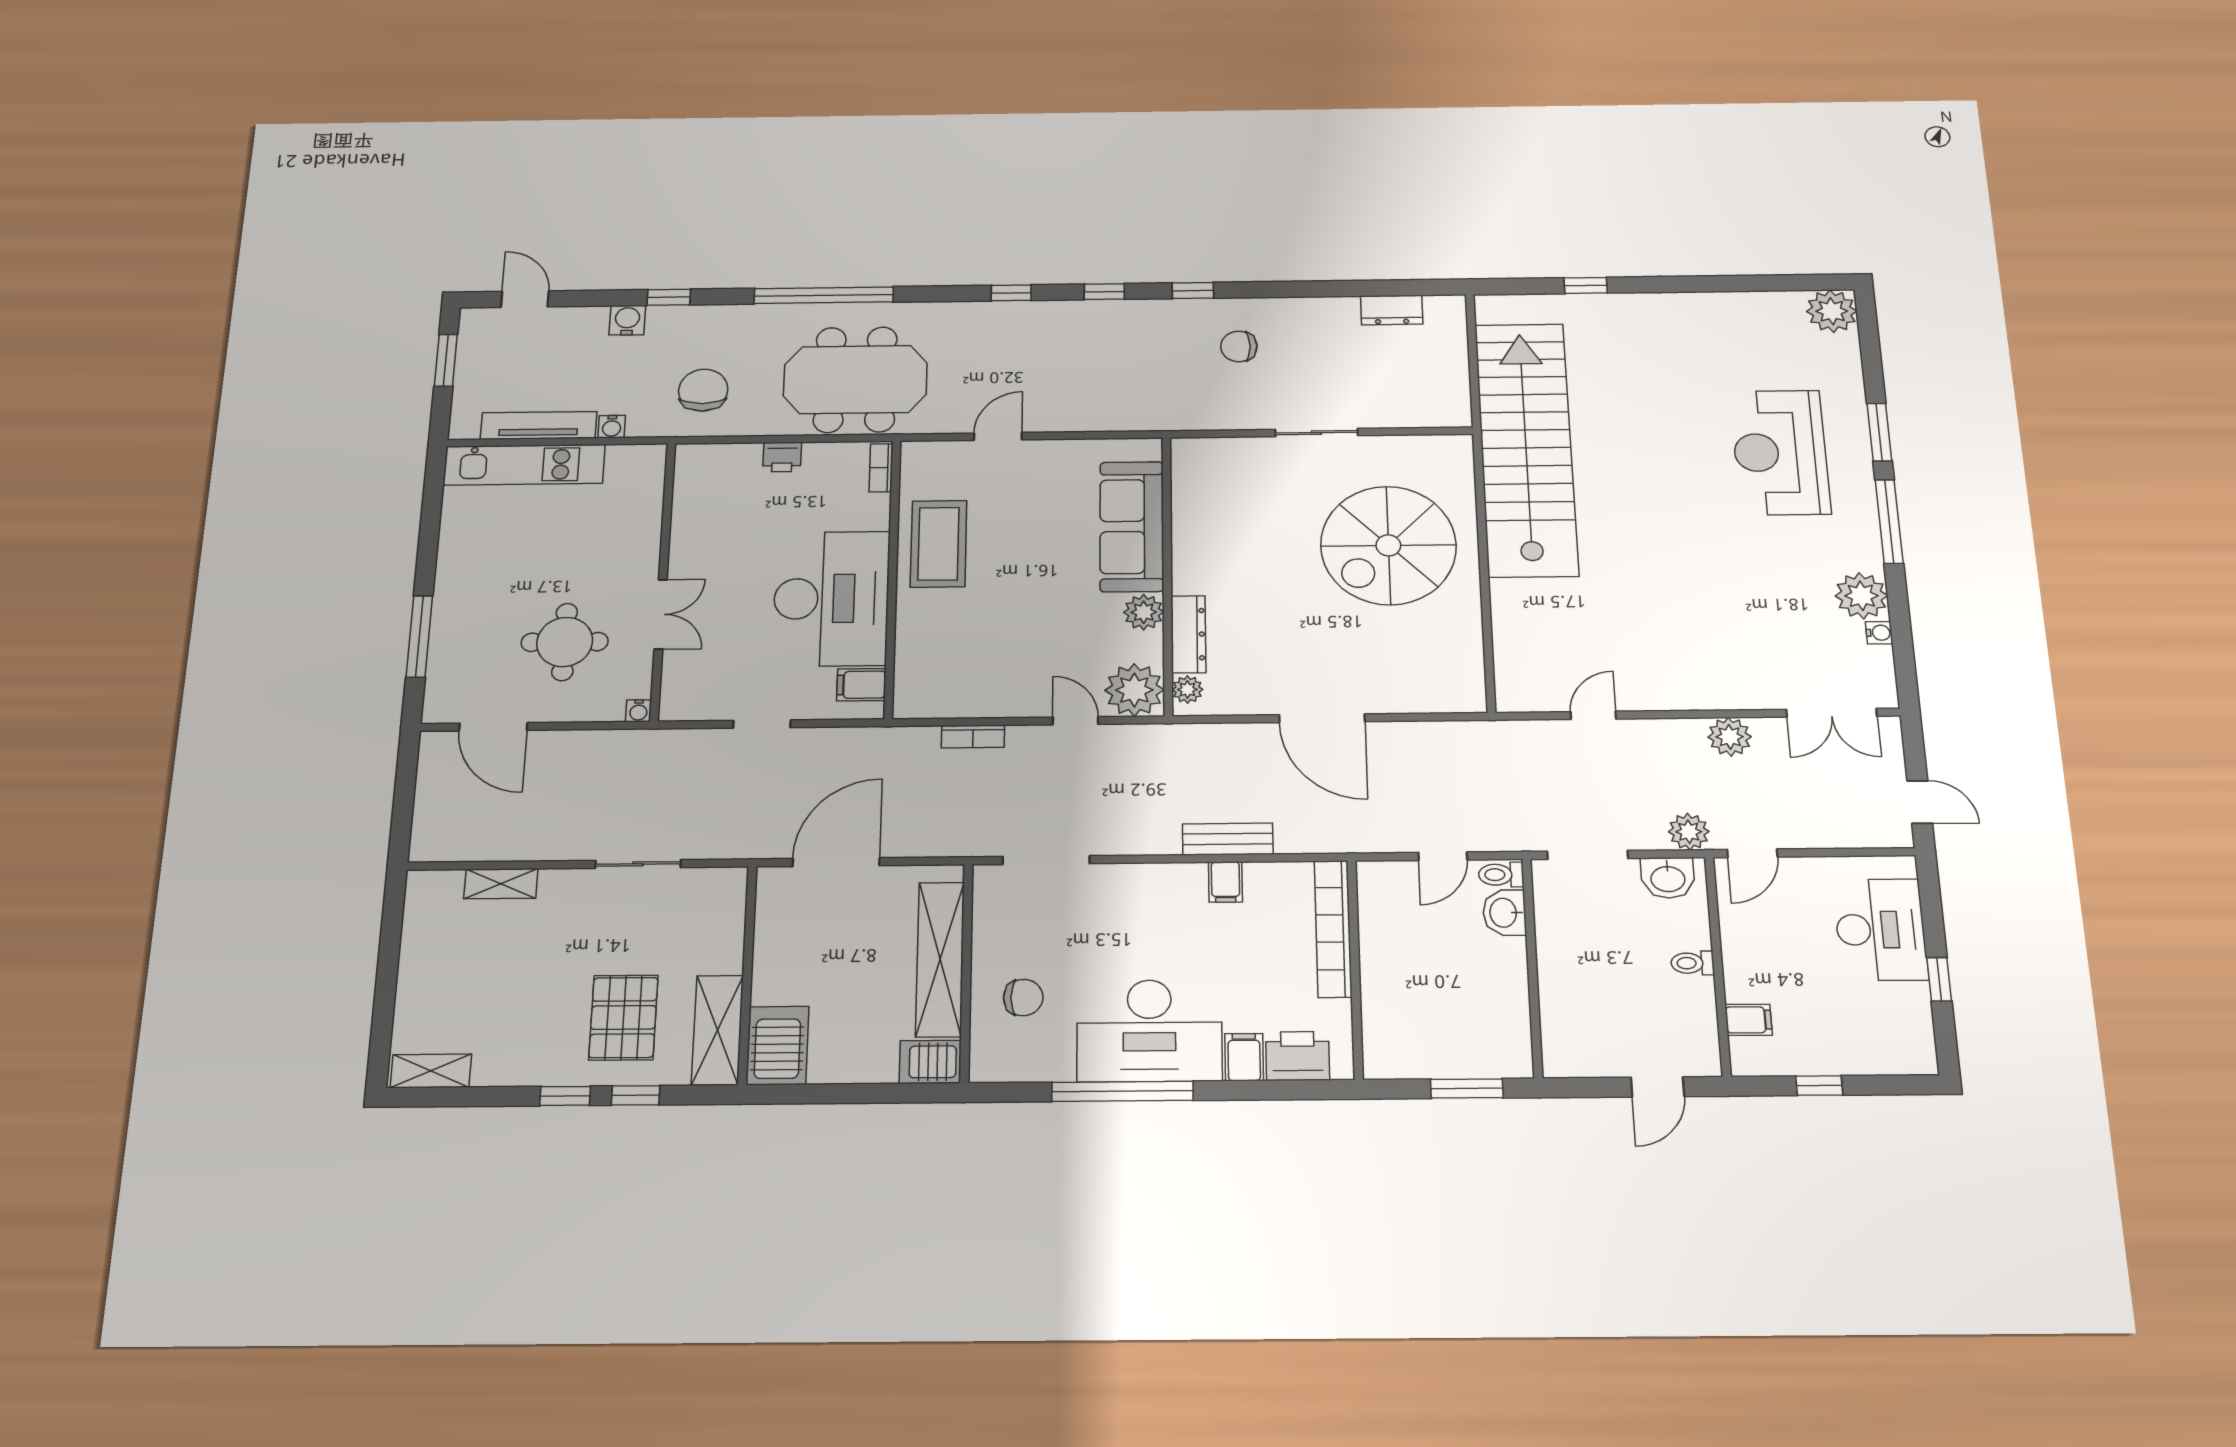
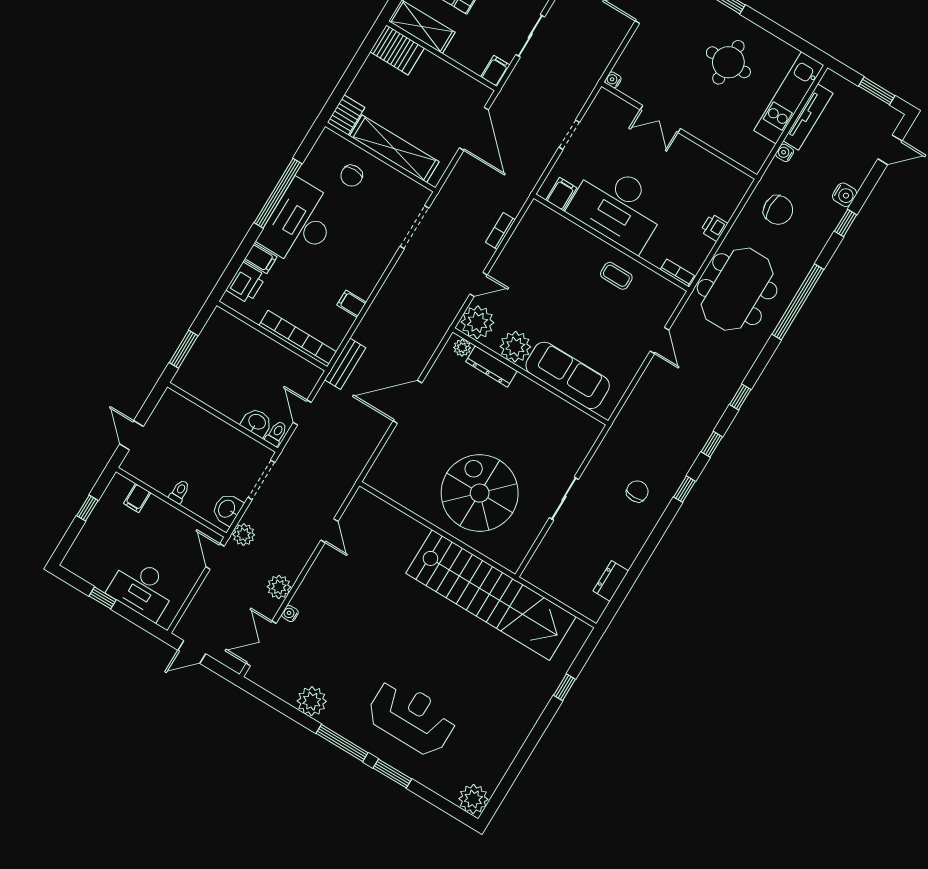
coffee table: (938, 544) -> (616, 276), width x0.54, depth x0.58
plant: (1144, 612) -> (515, 347), width x1.36, depth x1.36
water cooler: (1879, 633) -> (290, 614), moved, turned 90
round table: (565, 642) -> (728, 62), moved
bench: (1228, 839) -> (345, 364), moved
filing cabinet: (725, 883) -> (495, 71), added

